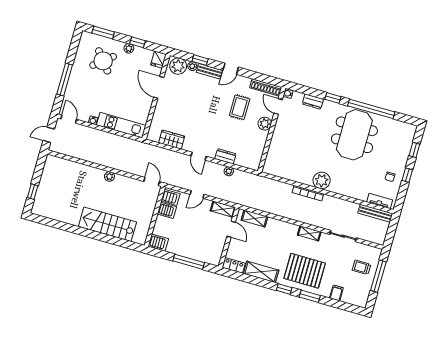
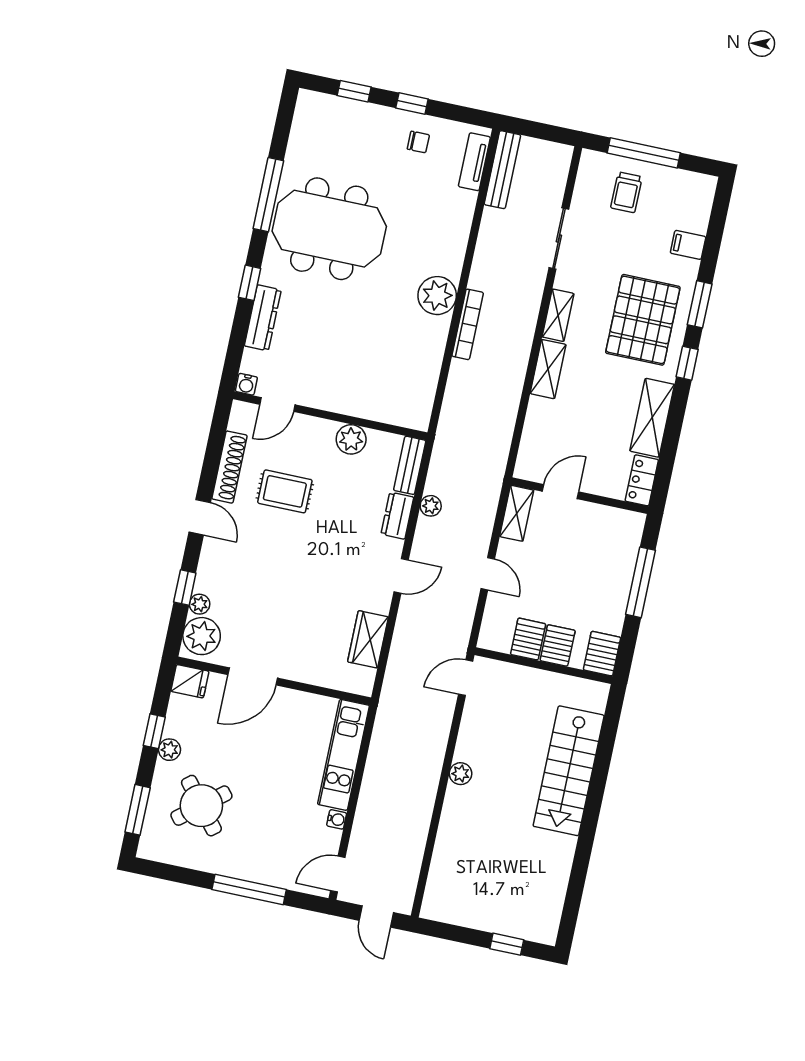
bench: (209, 71) -> (410, 465), moved
shoe rack: (266, 87) -> (229, 467), moved
dresser: (313, 102) -> (263, 318), width x1.44
window: (371, 109) -> (268, 195), width x0.68
plant: (265, 124) -> (351, 439), moved
server rack: (171, 197) -> (558, 645), moved
shelving: (254, 218) -> (548, 369), moved

